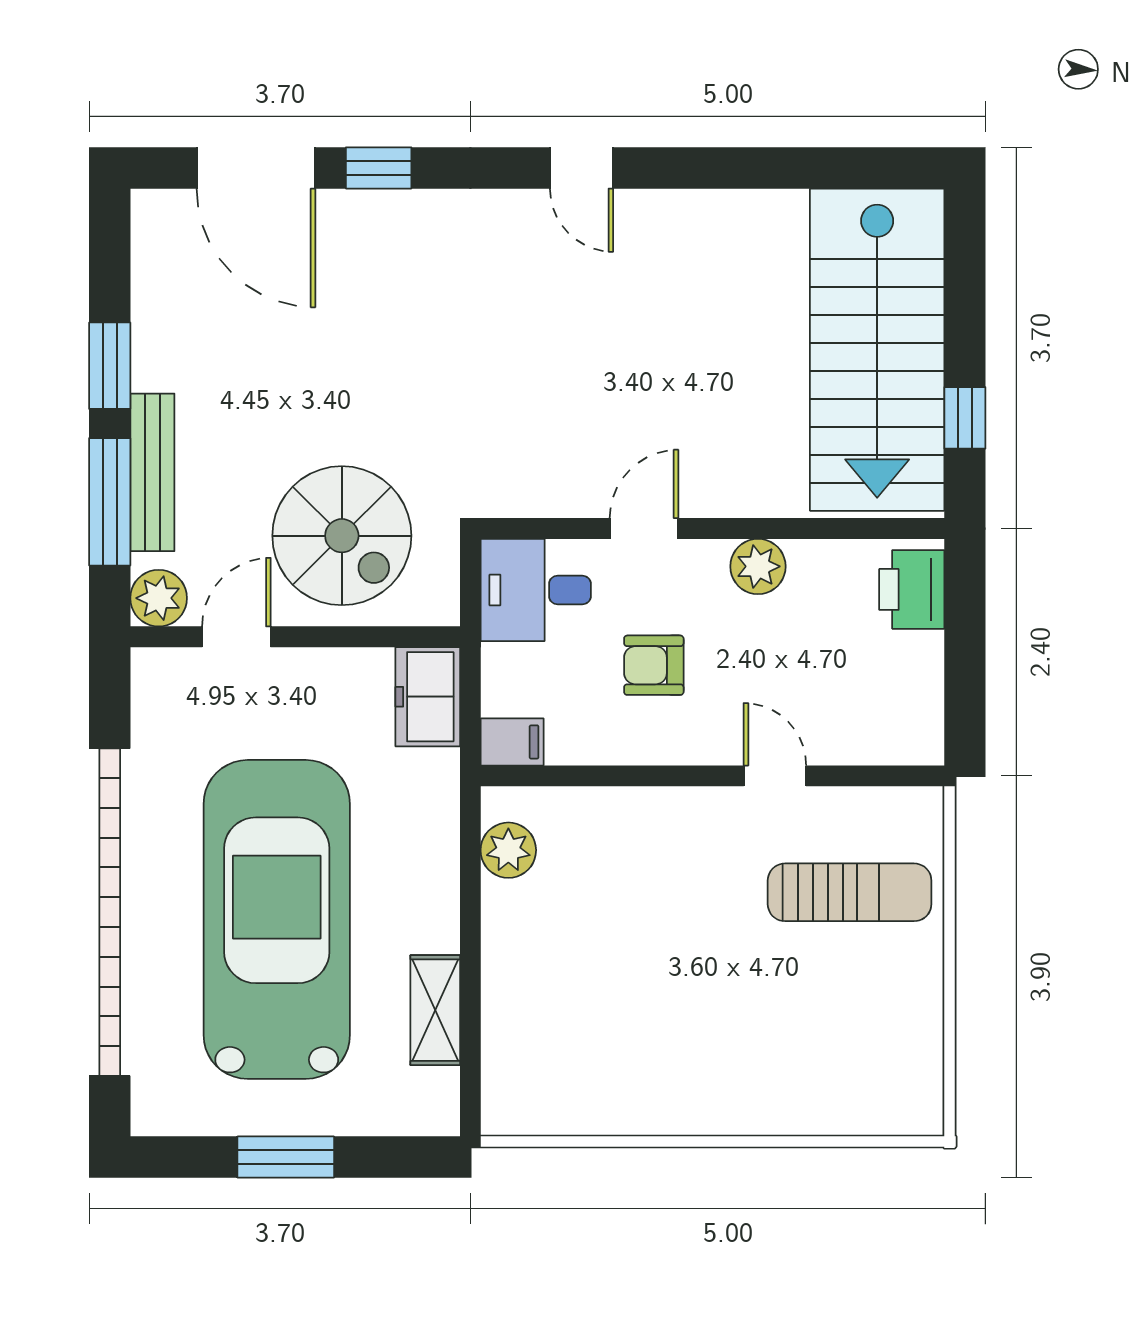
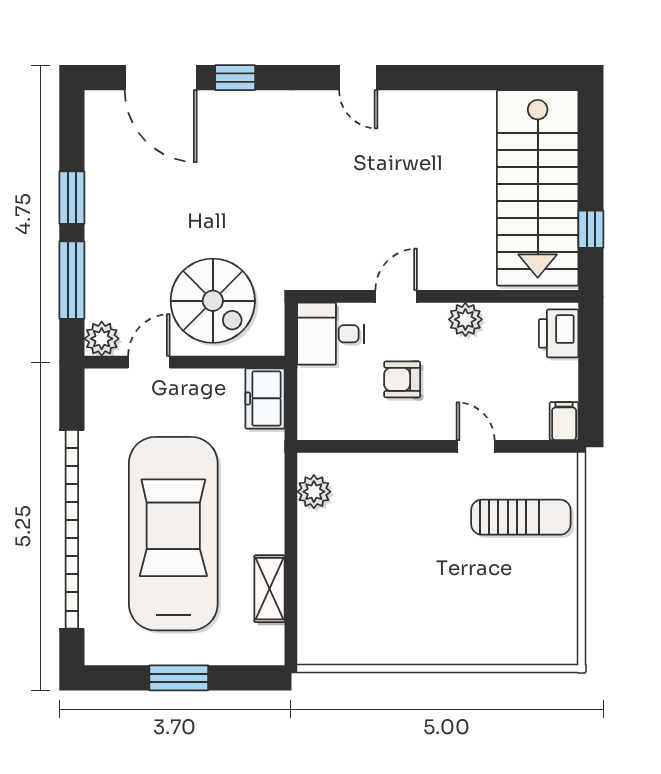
bench: (152, 472) -> (98, 262), removed
filing cabinet: (512, 742) -> (564, 421), moved, turned -90

